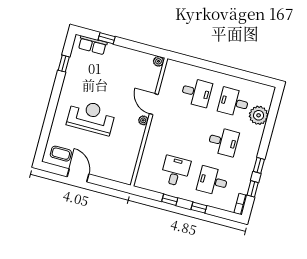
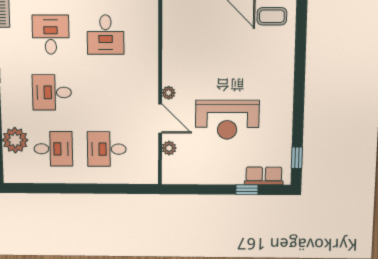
plant: (158, 61) -> (169, 148), moved
window: (64, 64) -> (297, 158), moved
reception desk: (91, 117) -> (227, 120), moved
desk: (213, 181) -> (51, 35), turned -90

